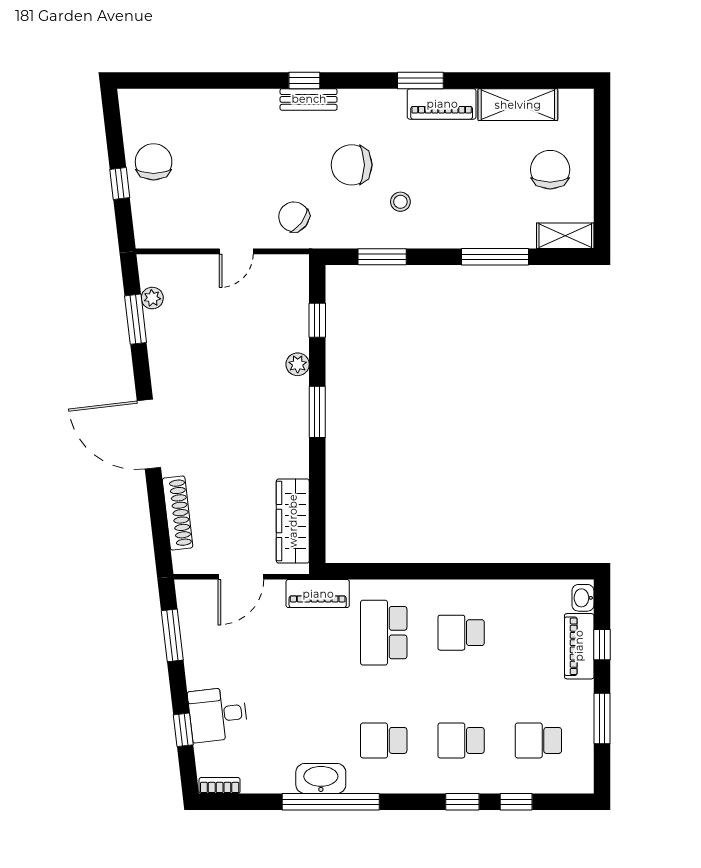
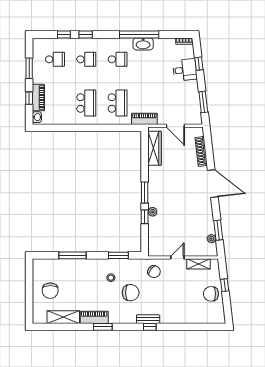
chair: (154, 162) -> (211, 294), turned 90
shelving: (565, 236) -> (199, 264), moved
window: (317, 320) -> (145, 217), moved
door: (241, 577) -> (175, 126), swing flipped
school desk: (461, 633) -> (86, 103), width x1.85

